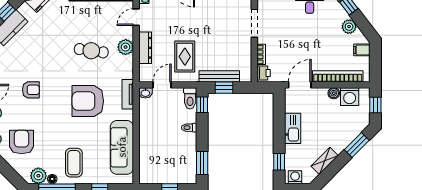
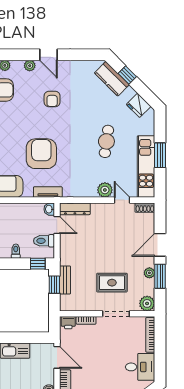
plant: (126, 47) -> (105, 190), moved
dresser: (145, 48) -> (75, 209), moved
cafe table: (91, 51) -> (106, 141), moved
rug: (185, 57) -> (112, 283), moved
bench: (219, 76) -> (65, 280), width x0.73
toilet: (190, 98) -> (44, 241), moved

